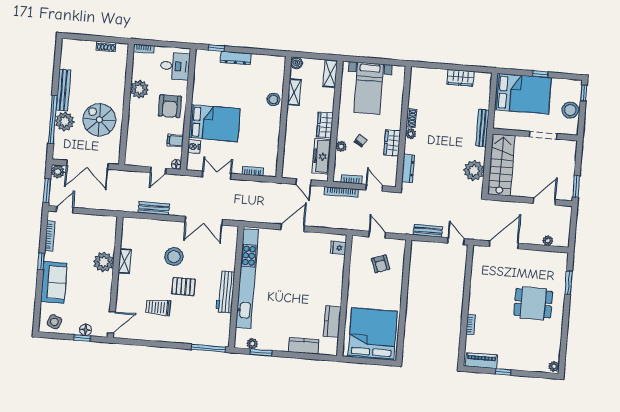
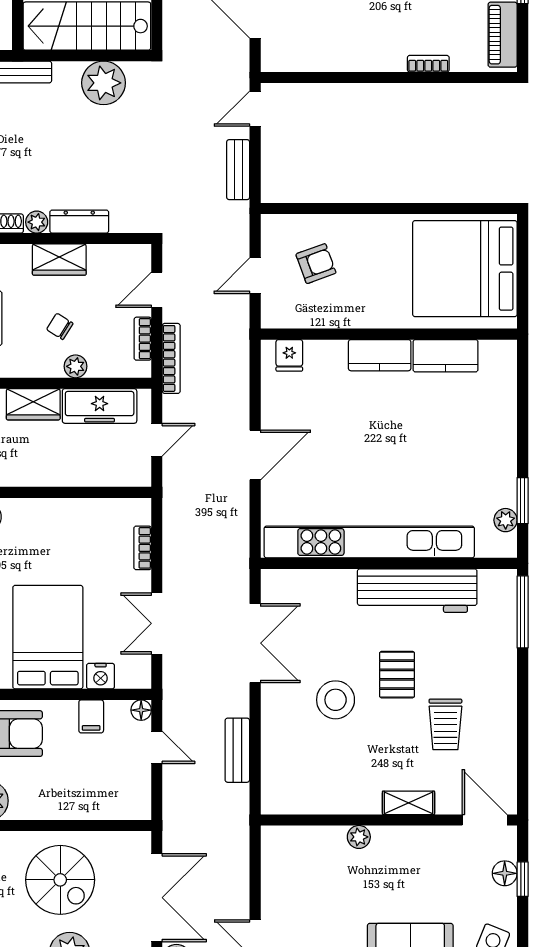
spiral stairs: (99, 120) -> (60, 880), turned -90
dresser: (408, 168) -> (79, 222), moved
door: (293, 228) -> (255, 455), swing flipped
shelving: (125, 261) -> (409, 803), moved
plant: (104, 262) -> (359, 837), width x0.53, depth x0.53
workbench: (225, 292) -> (417, 591), width x1.36, depth x1.32
kitchen counter: (304, 346) -> (380, 355), moved, turned -90

